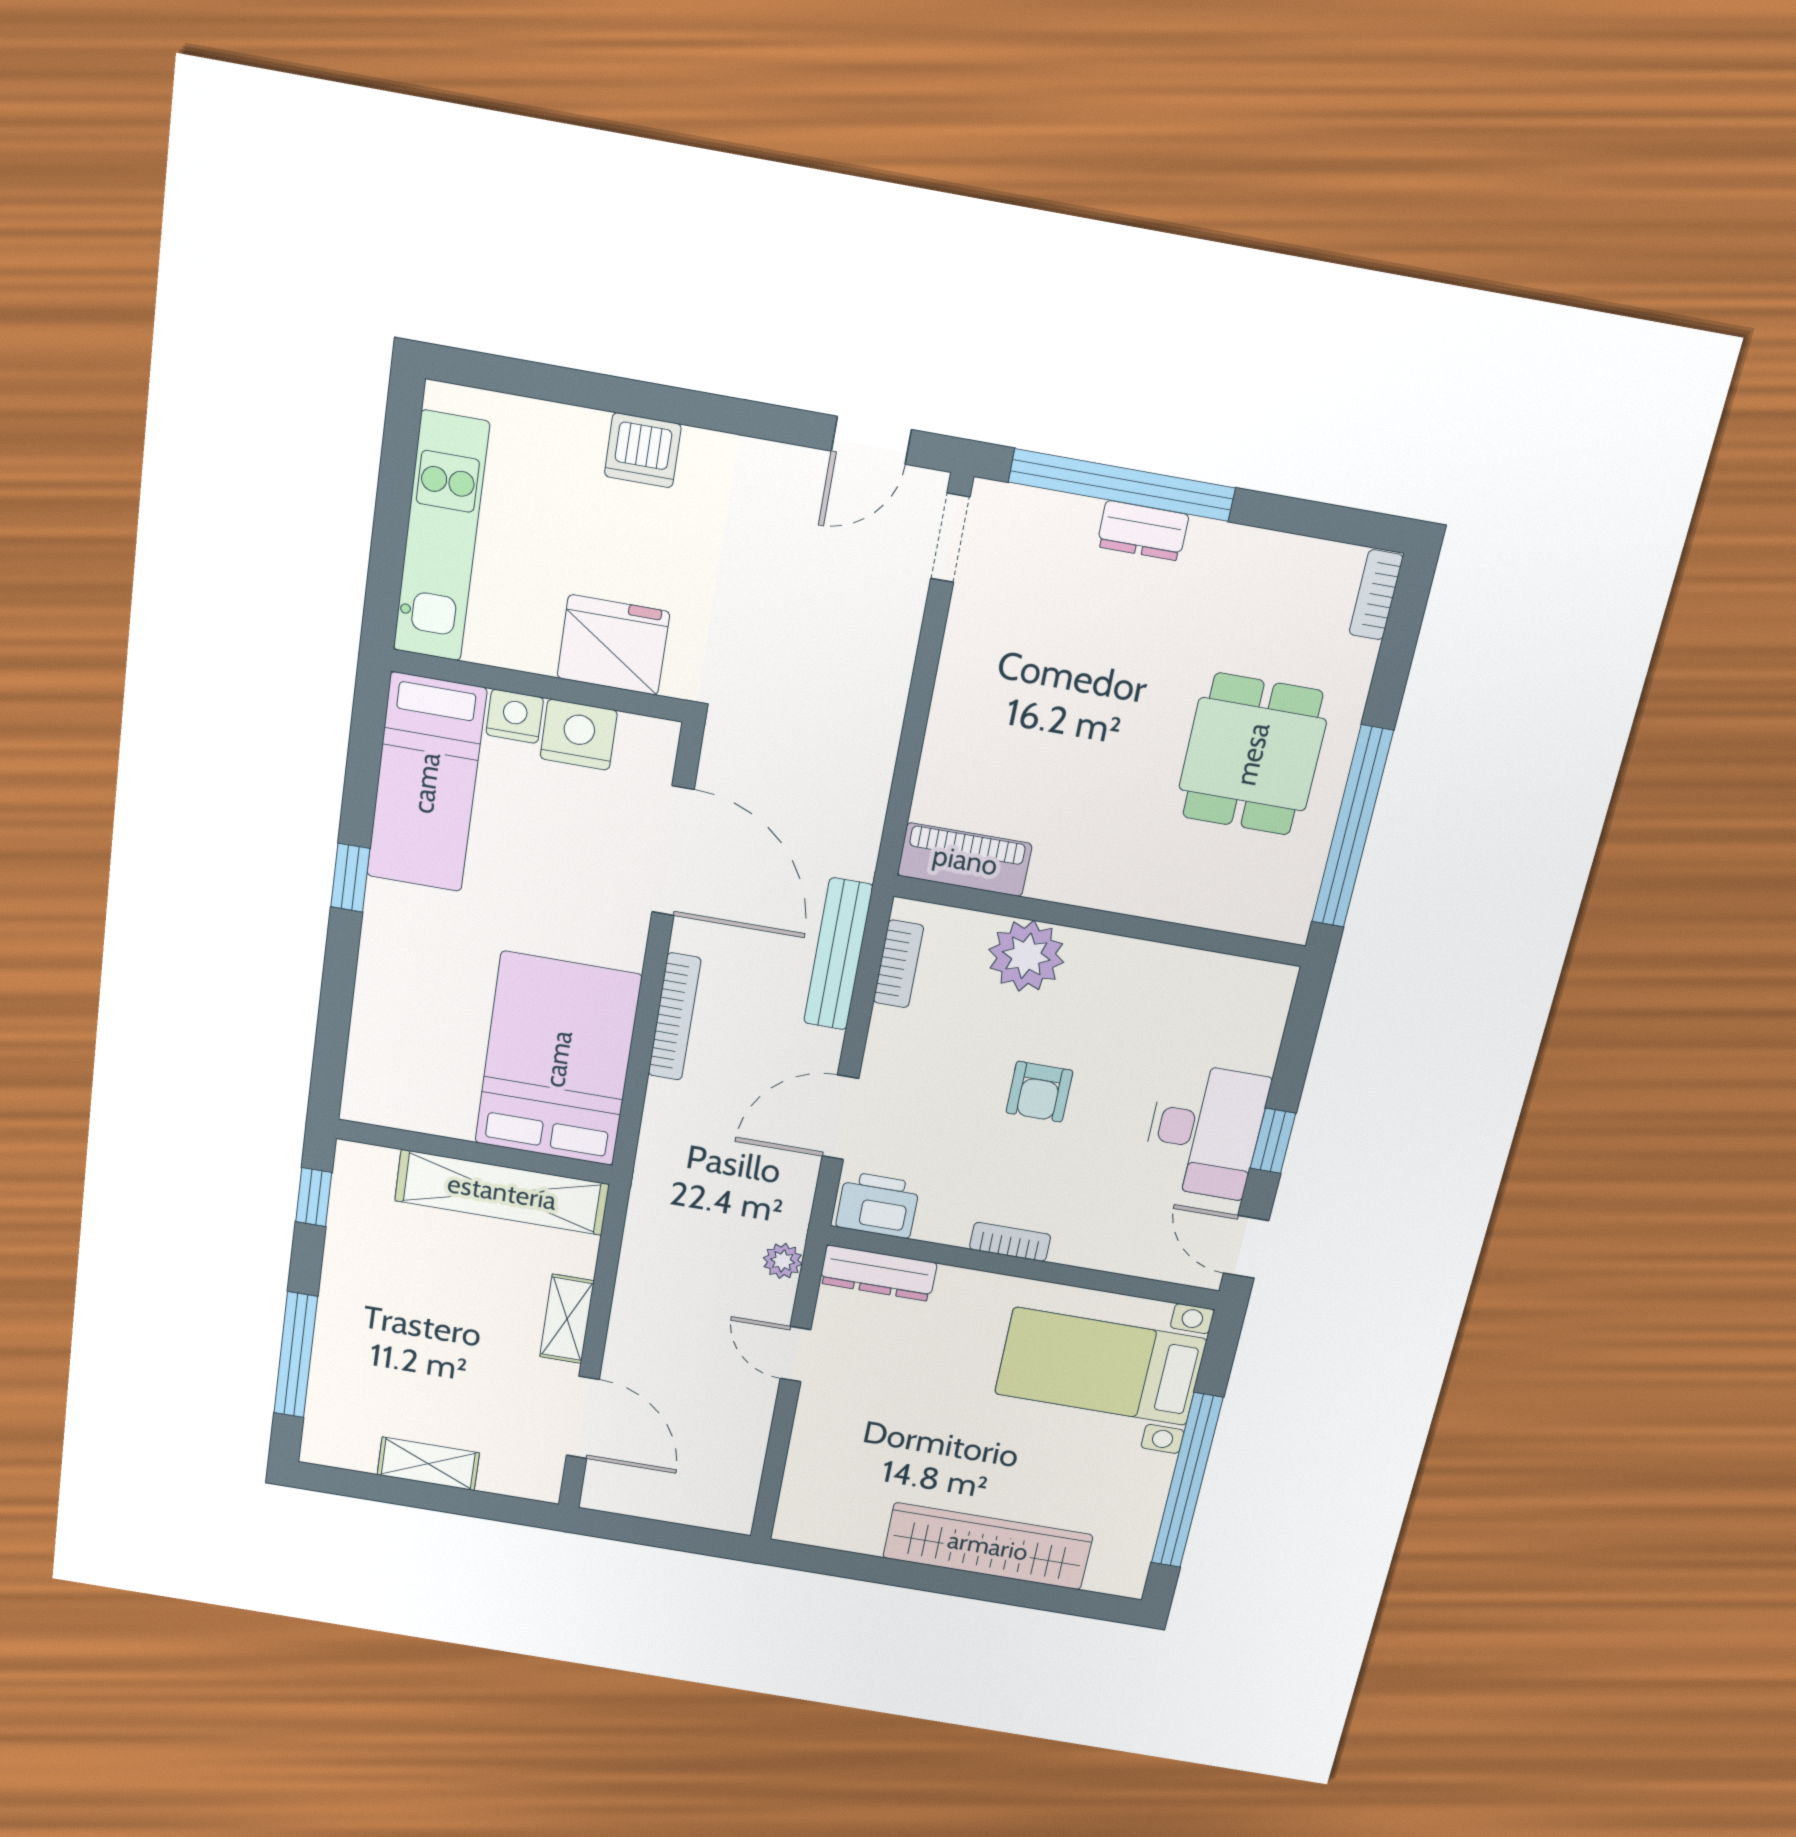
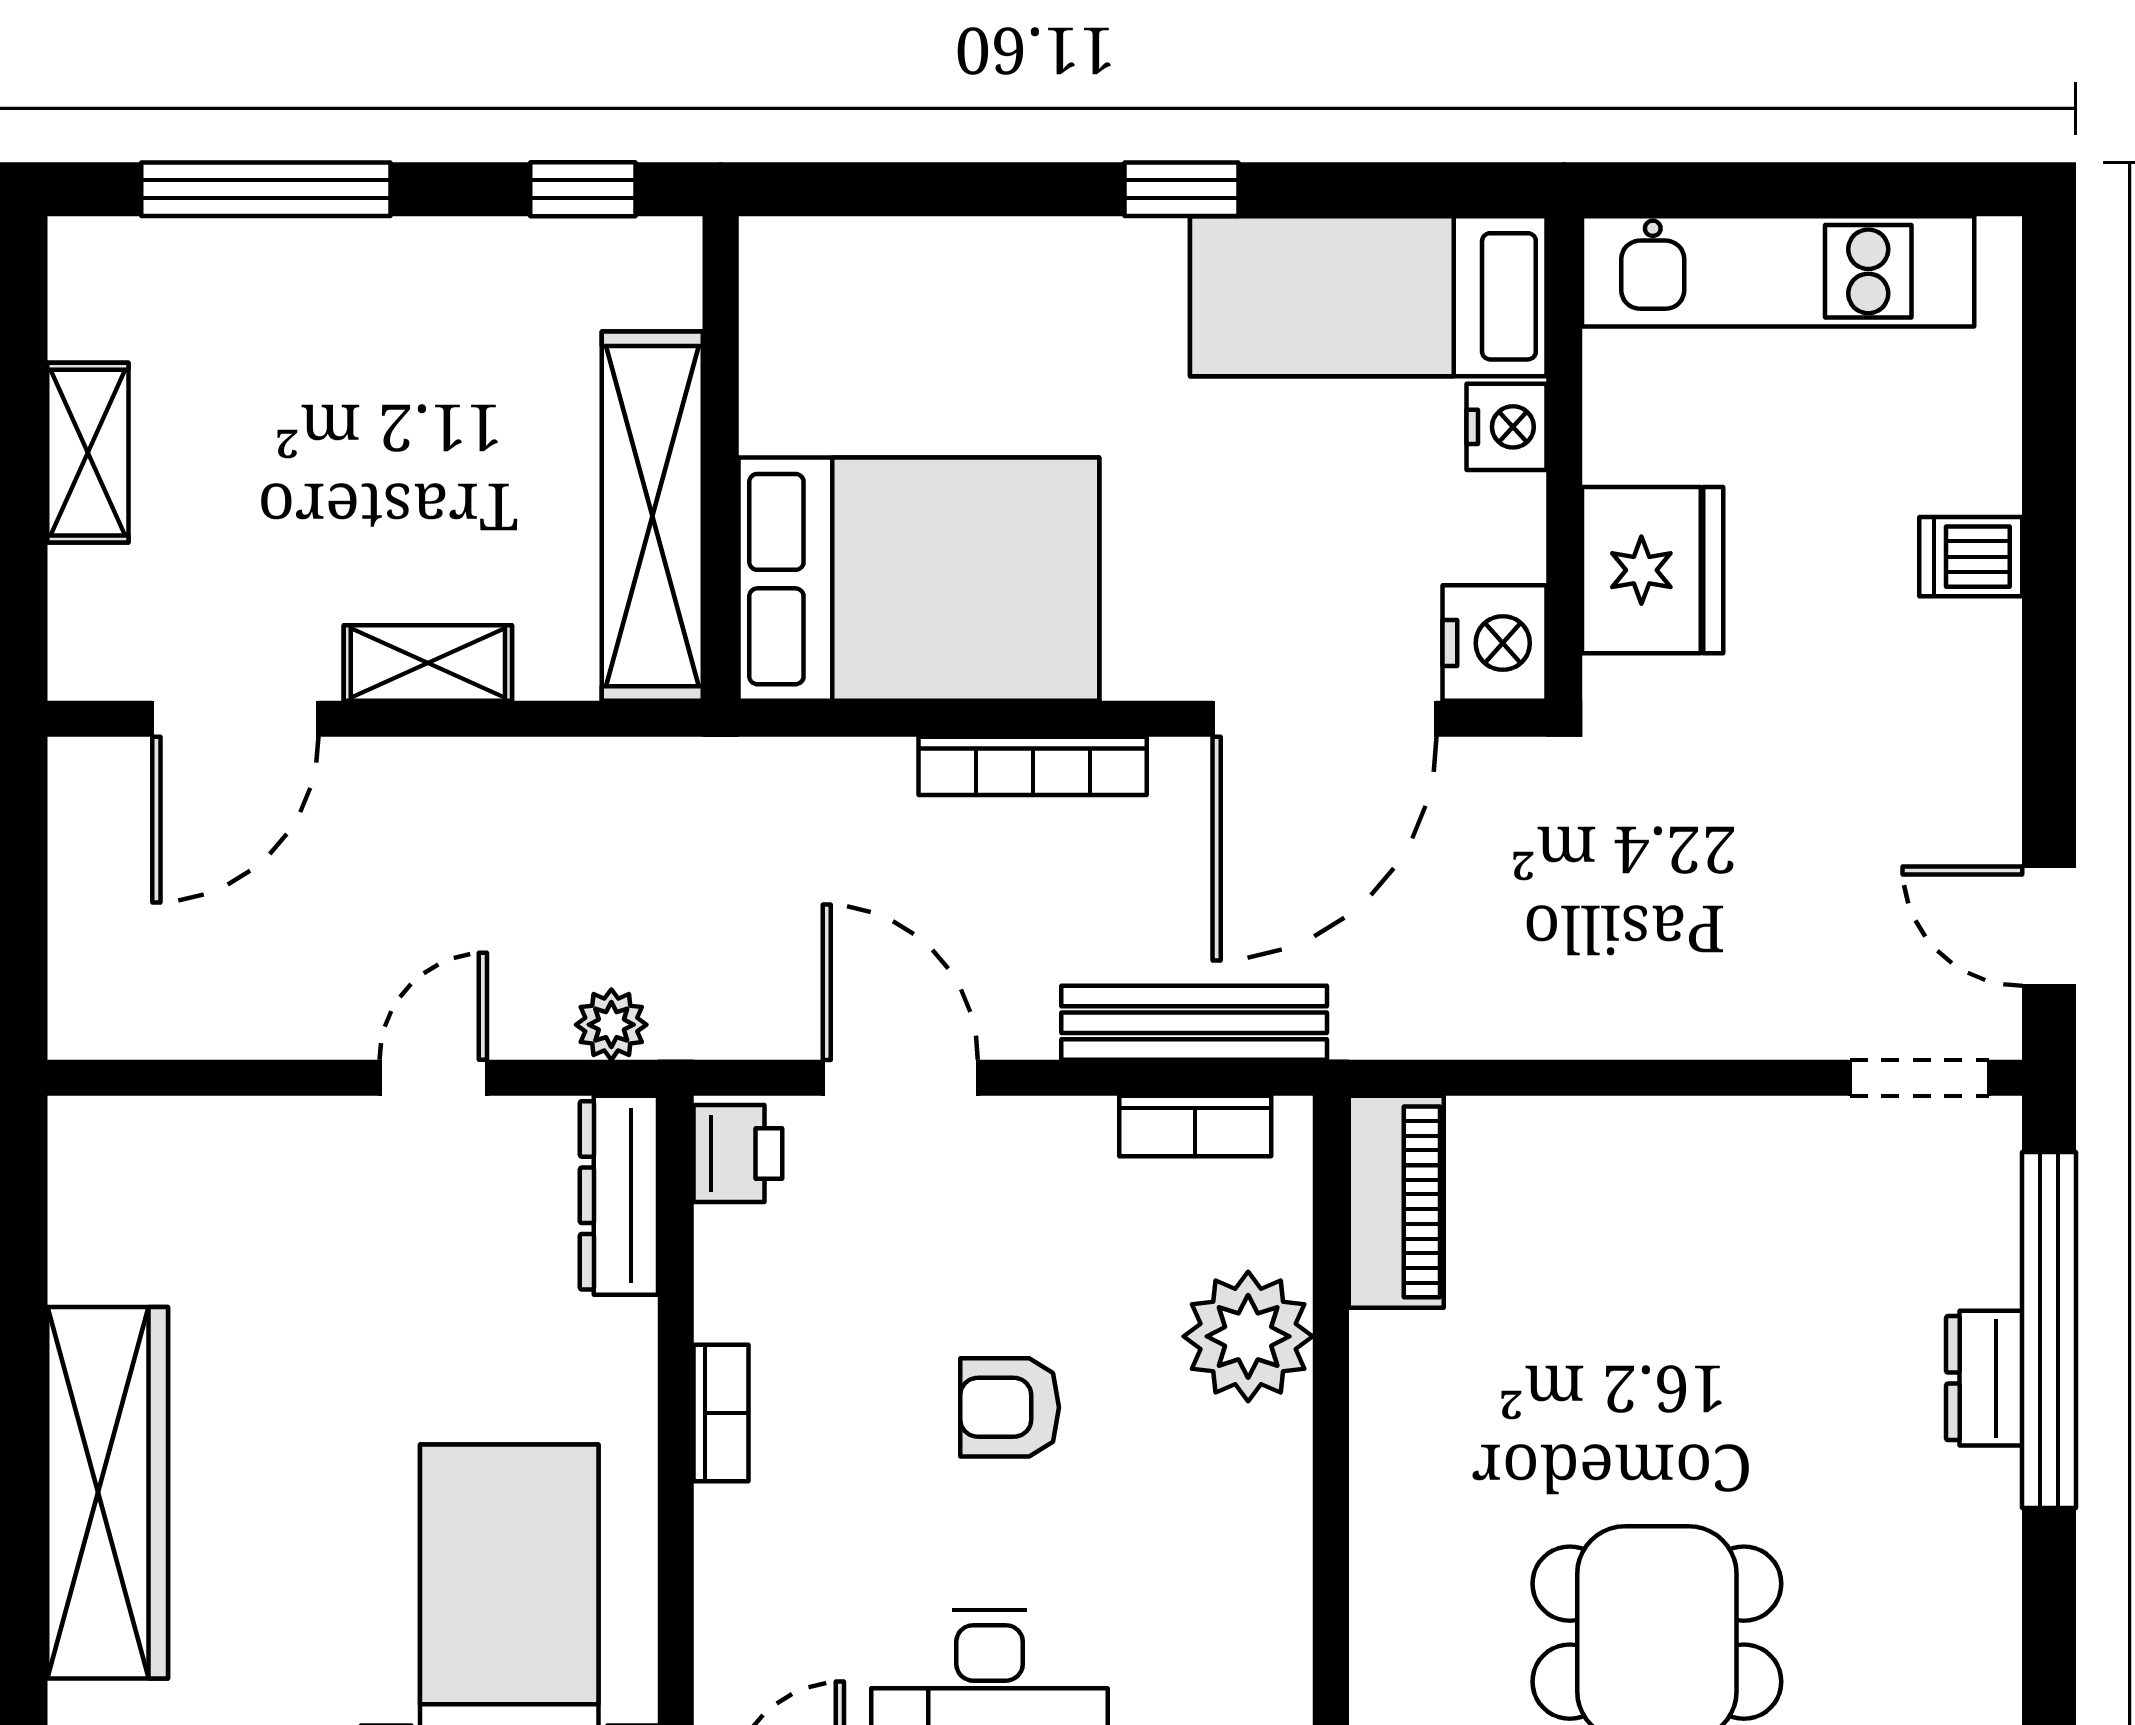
dishwasher: (643, 450) -> (1971, 557), width x0.73
nightstand: (579, 735) -> (1494, 643), moved
printer: (878, 1205) -> (738, 1153), width x0.73, depth x0.81

